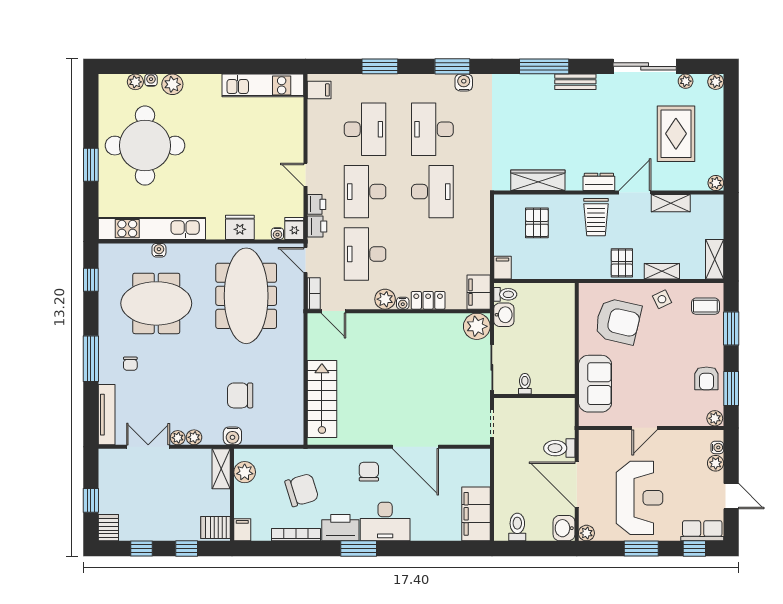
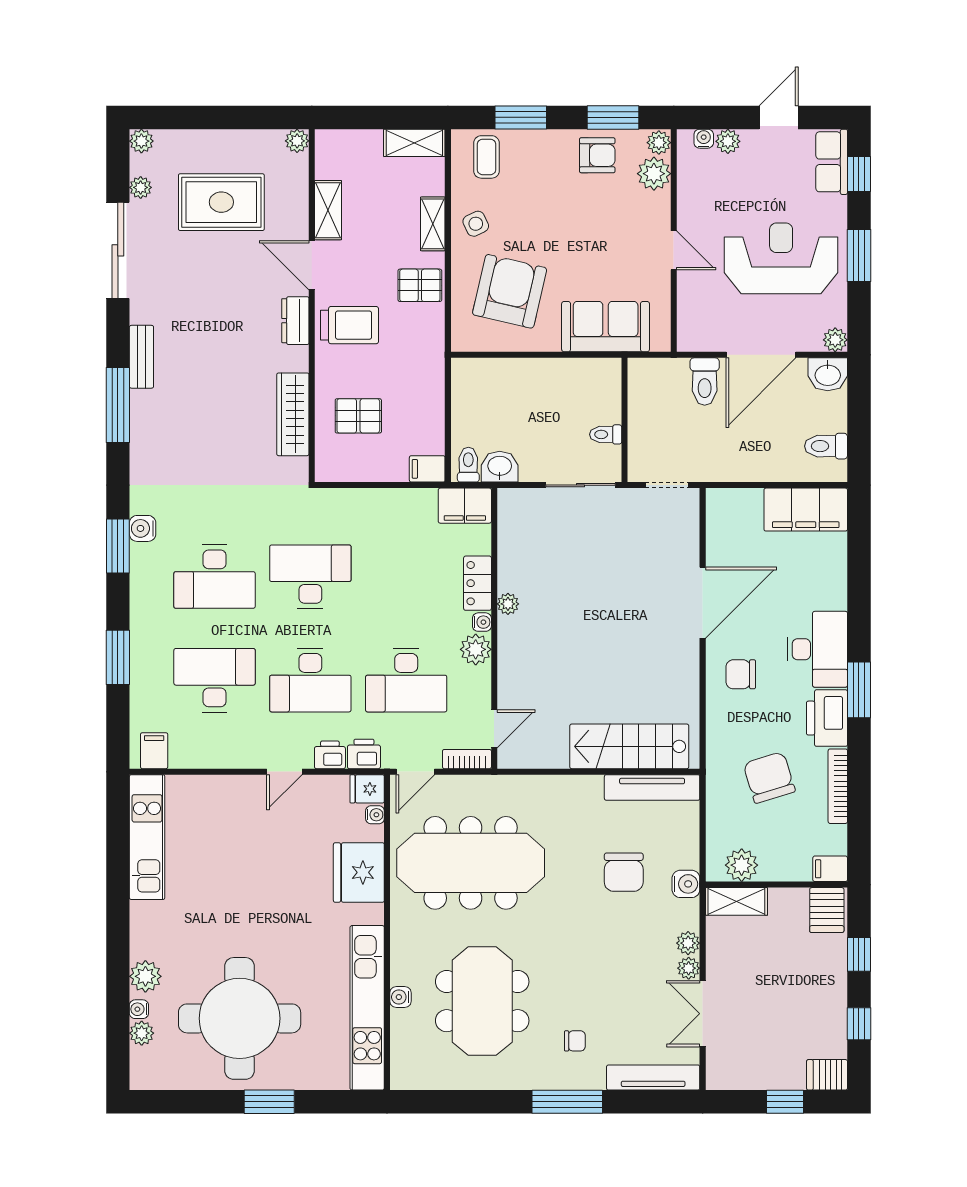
fridge: (240, 227) -> (359, 872), width x1.36, depth x1.34
window: (91, 280) -> (446, 1102), removed
plant: (477, 326) -> (508, 604), moved, width x0.53, depth x0.53
tv unit: (295, 414) -> (652, 787), added
plant: (695, 415) -> (654, 174), added

